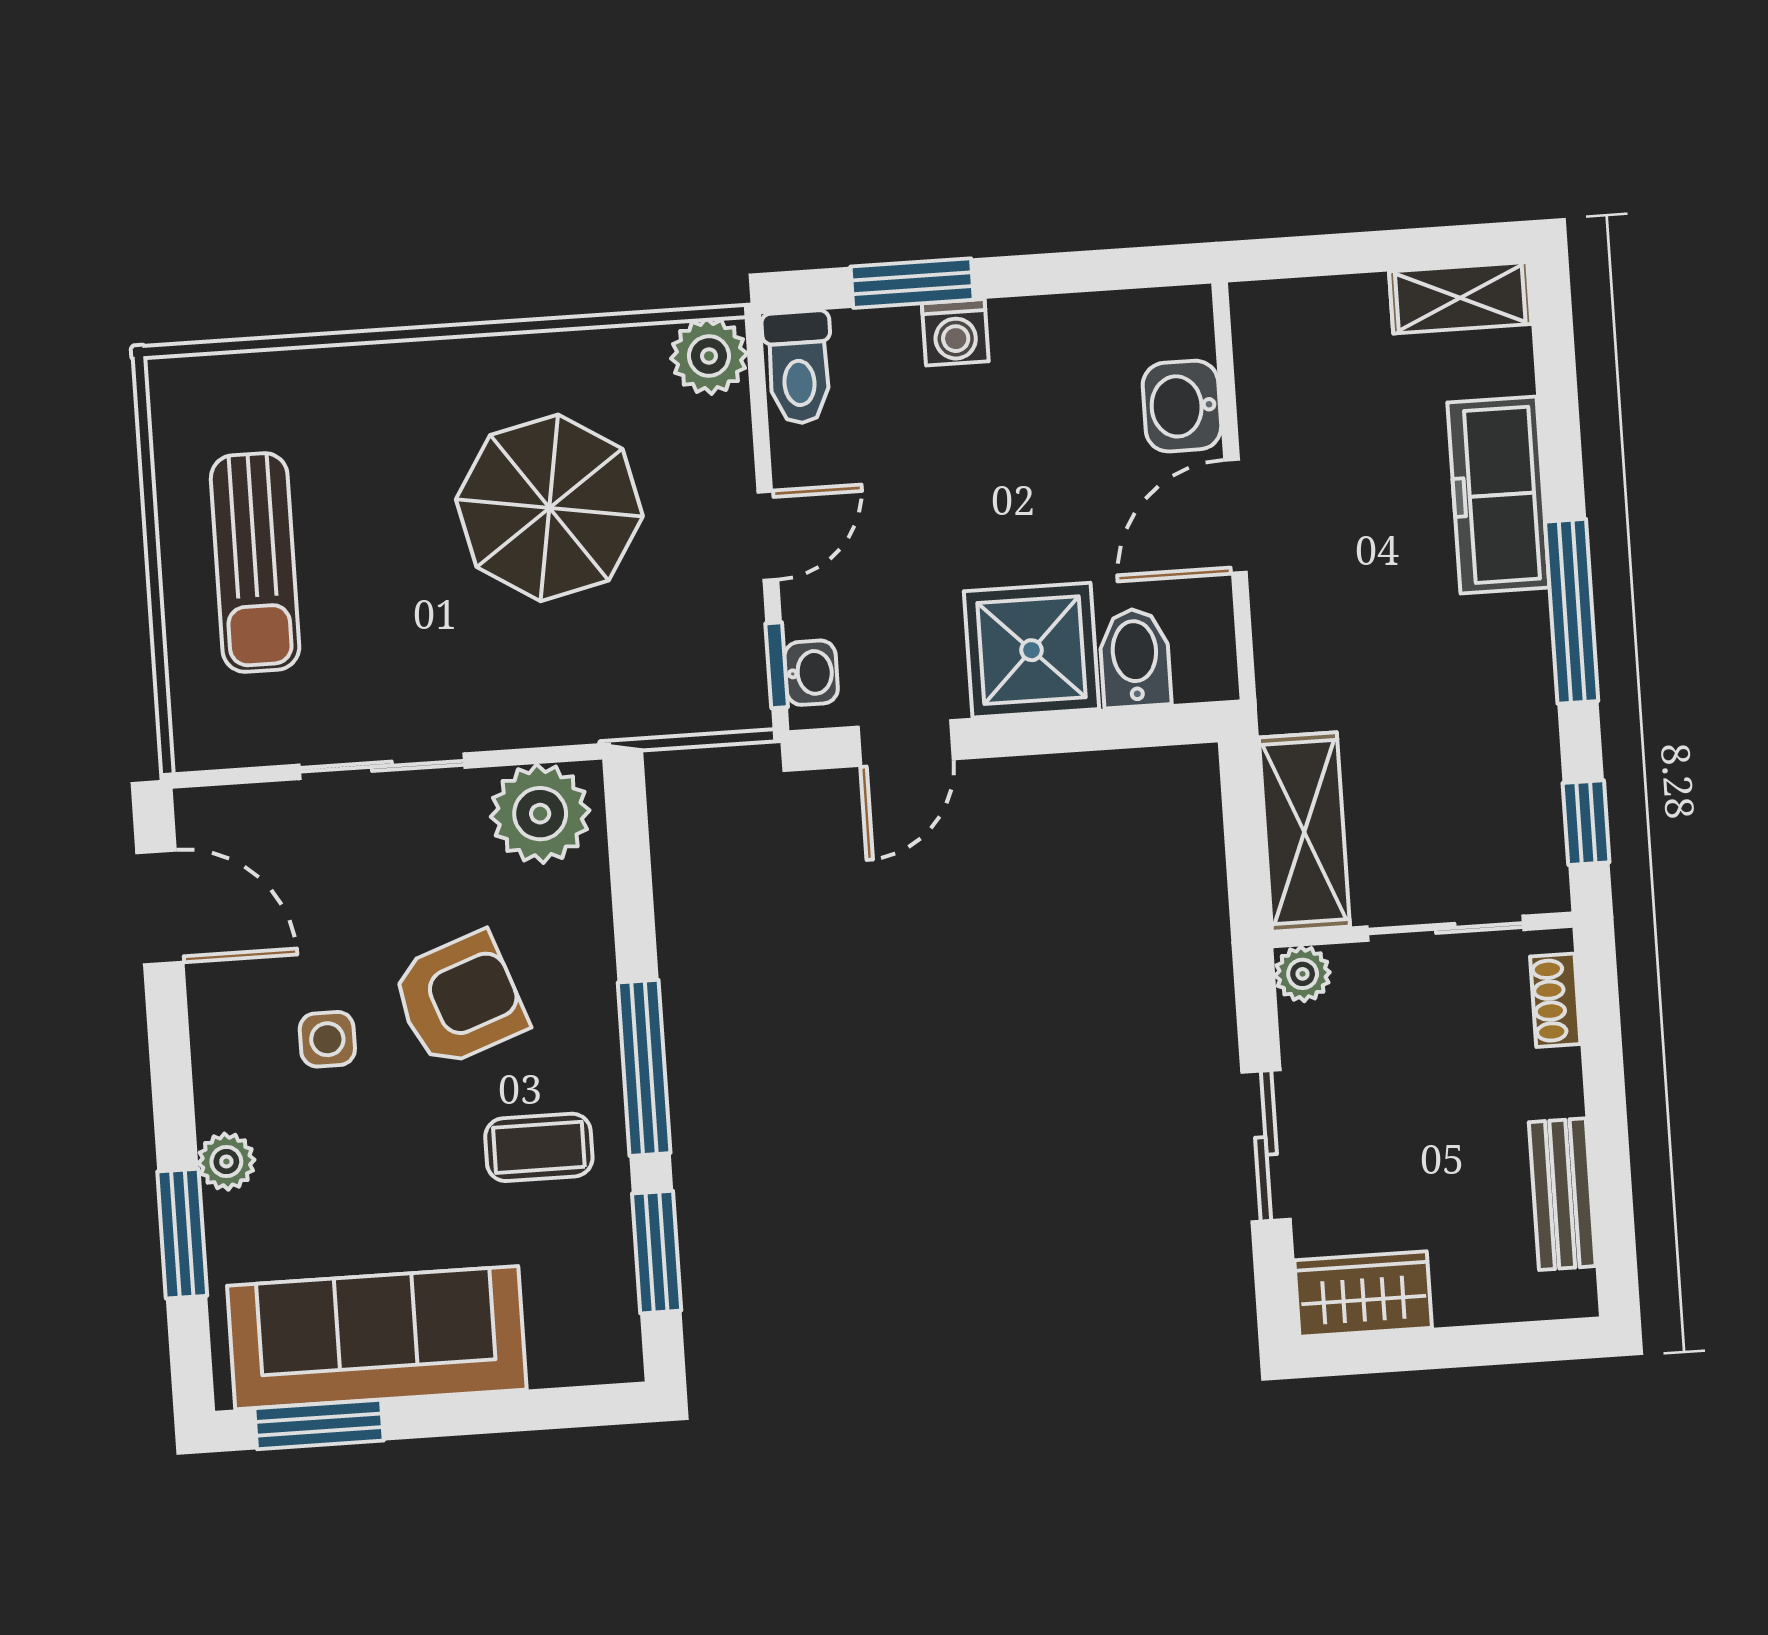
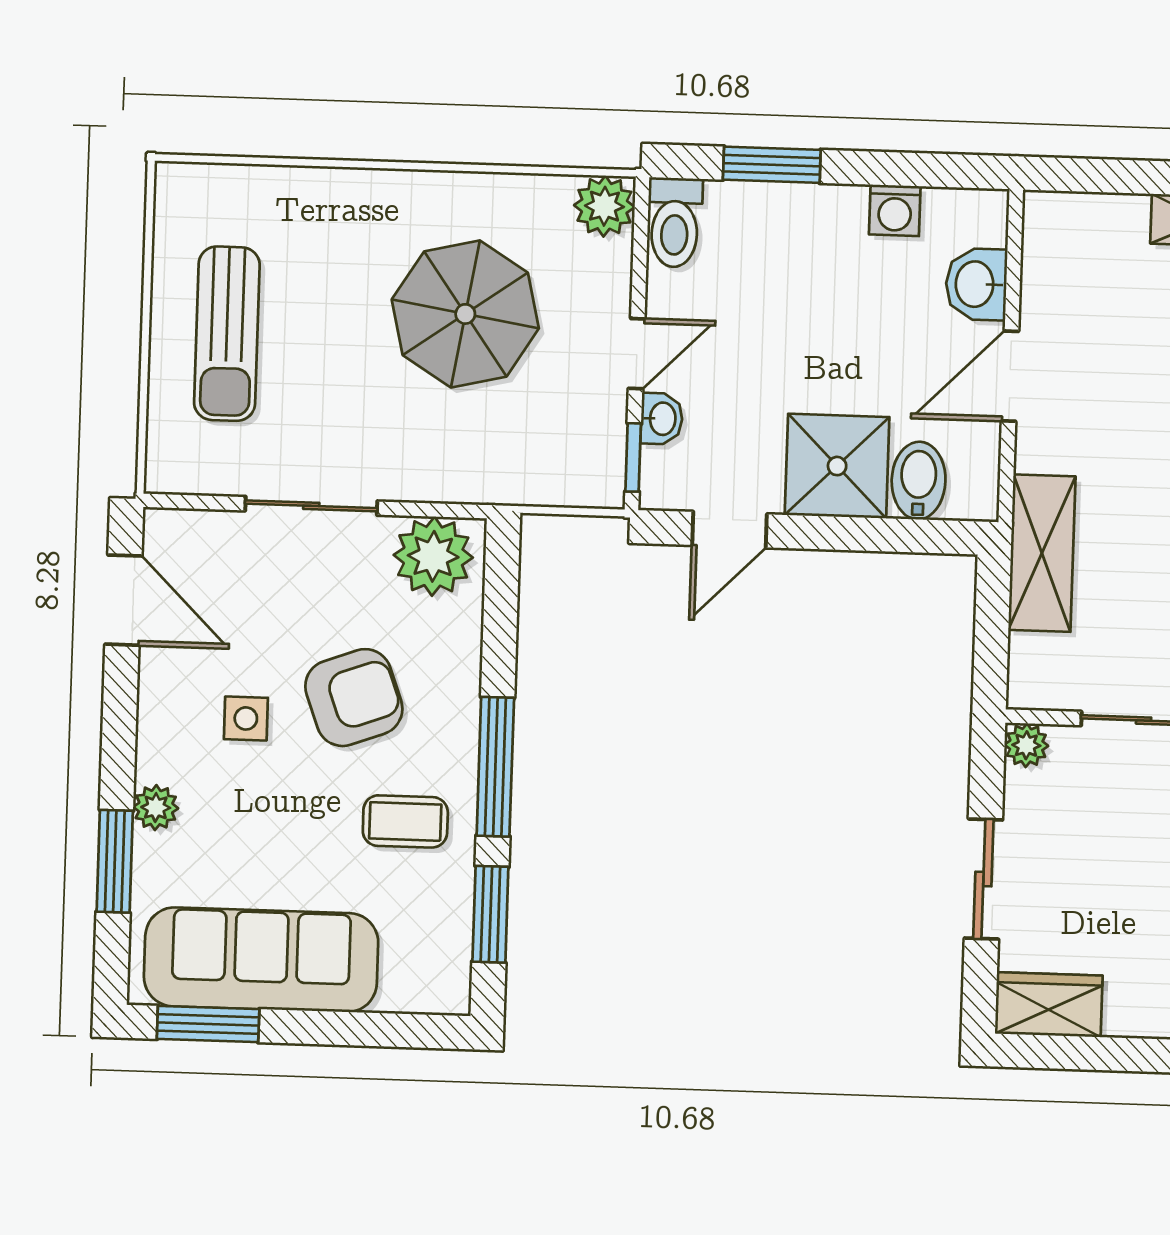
washing machine: (955, 332) -> (895, 210), moved
washbasin: (811, 673) -> (662, 419), moved
shelving: (1304, 832) -> (1042, 553), moved

